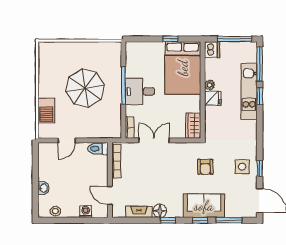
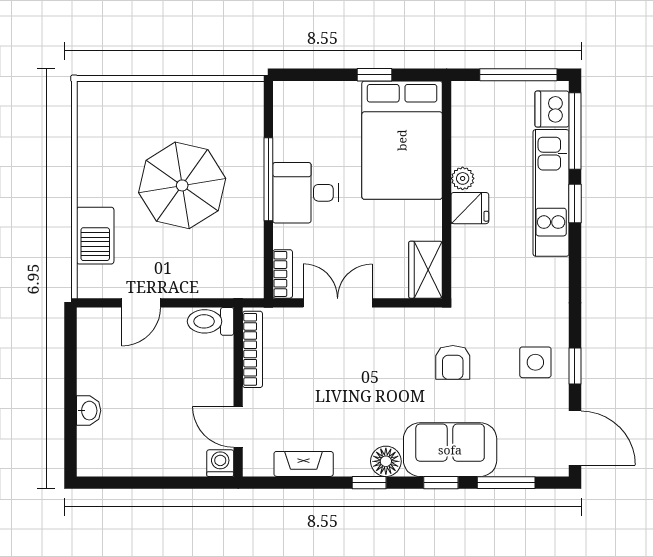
dishwasher: (212, 50) -> (552, 109), moved, turned 180
stool: (55, 211) -> (115, 462), removed
floor lamp: (160, 211) -> (386, 461), moved
washing machine: (86, 212) -> (220, 463), moved

